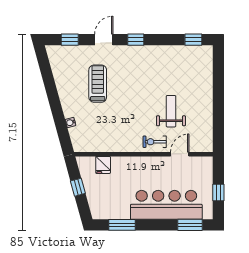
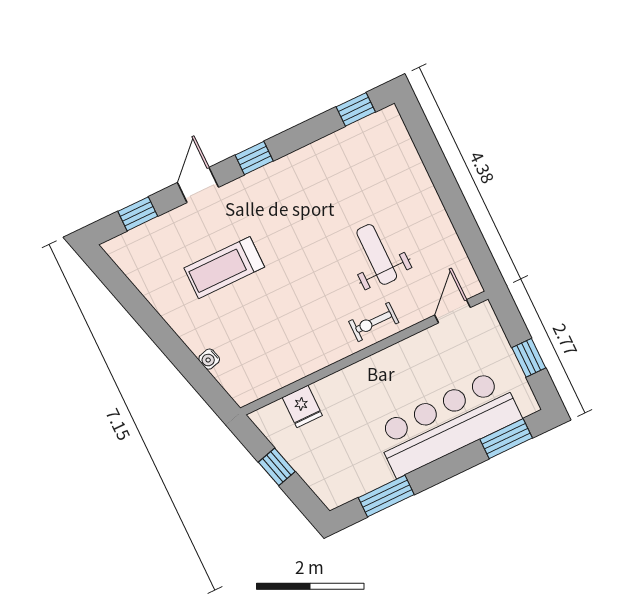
treadmill: (98, 84) -> (224, 268), turned -90
door: (180, 154) -> (452, 311), moved

